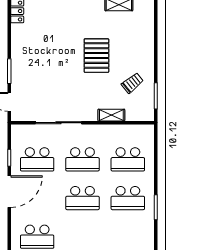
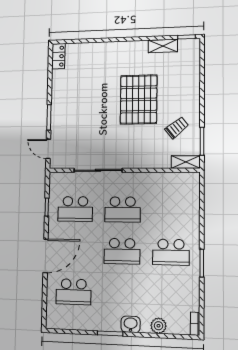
pallet: (96, 56) -> (139, 99), width x1.37, depth x1.41
shelving: (111, 115) -> (186, 162), moved
school desk: (128, 159) -> (171, 210), removed
door: (9, 192) -> (46, 256), moved

